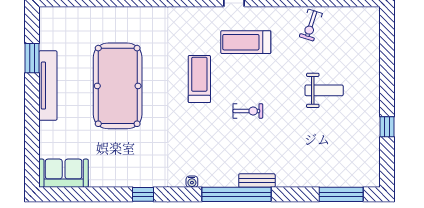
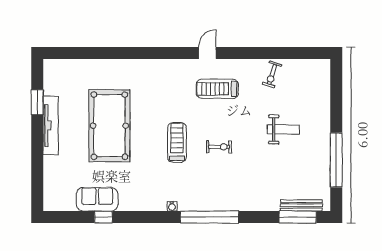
treadmill: (199, 79) -> (177, 142), moved
window: (387, 127) -> (336, 160), width x3.17
sofa: (64, 173) -> (97, 199), moved
bench: (257, 181) -> (301, 205), moved, width x1.36
window: (143, 194) -> (103, 217), moved

